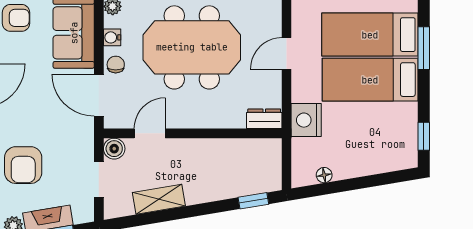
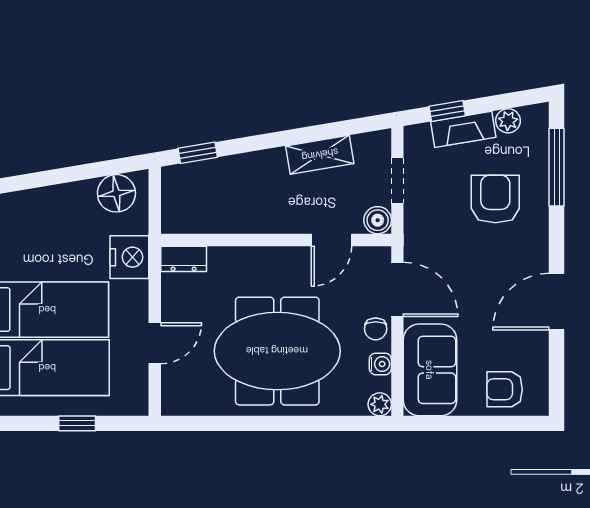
floor lamp: (324, 175) -> (116, 193), width x1.89, depth x1.89

